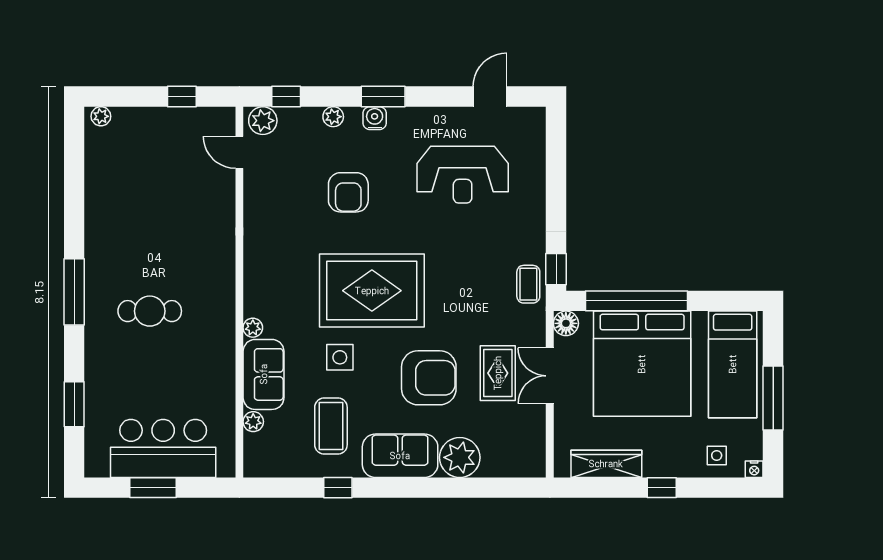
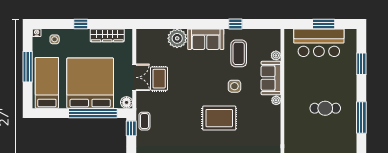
rug: (372, 291) -> (219, 118), width x0.73, depth x0.69
armchair: (429, 378) -> (192, 76), removed

